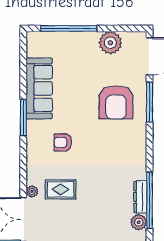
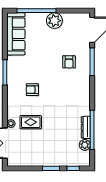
plant: (110, 43) -> (54, 21), moved
sofa: (39, 88) -> (16, 34), moved
armchair: (116, 102) -> (69, 62), width x0.53, depth x0.53

